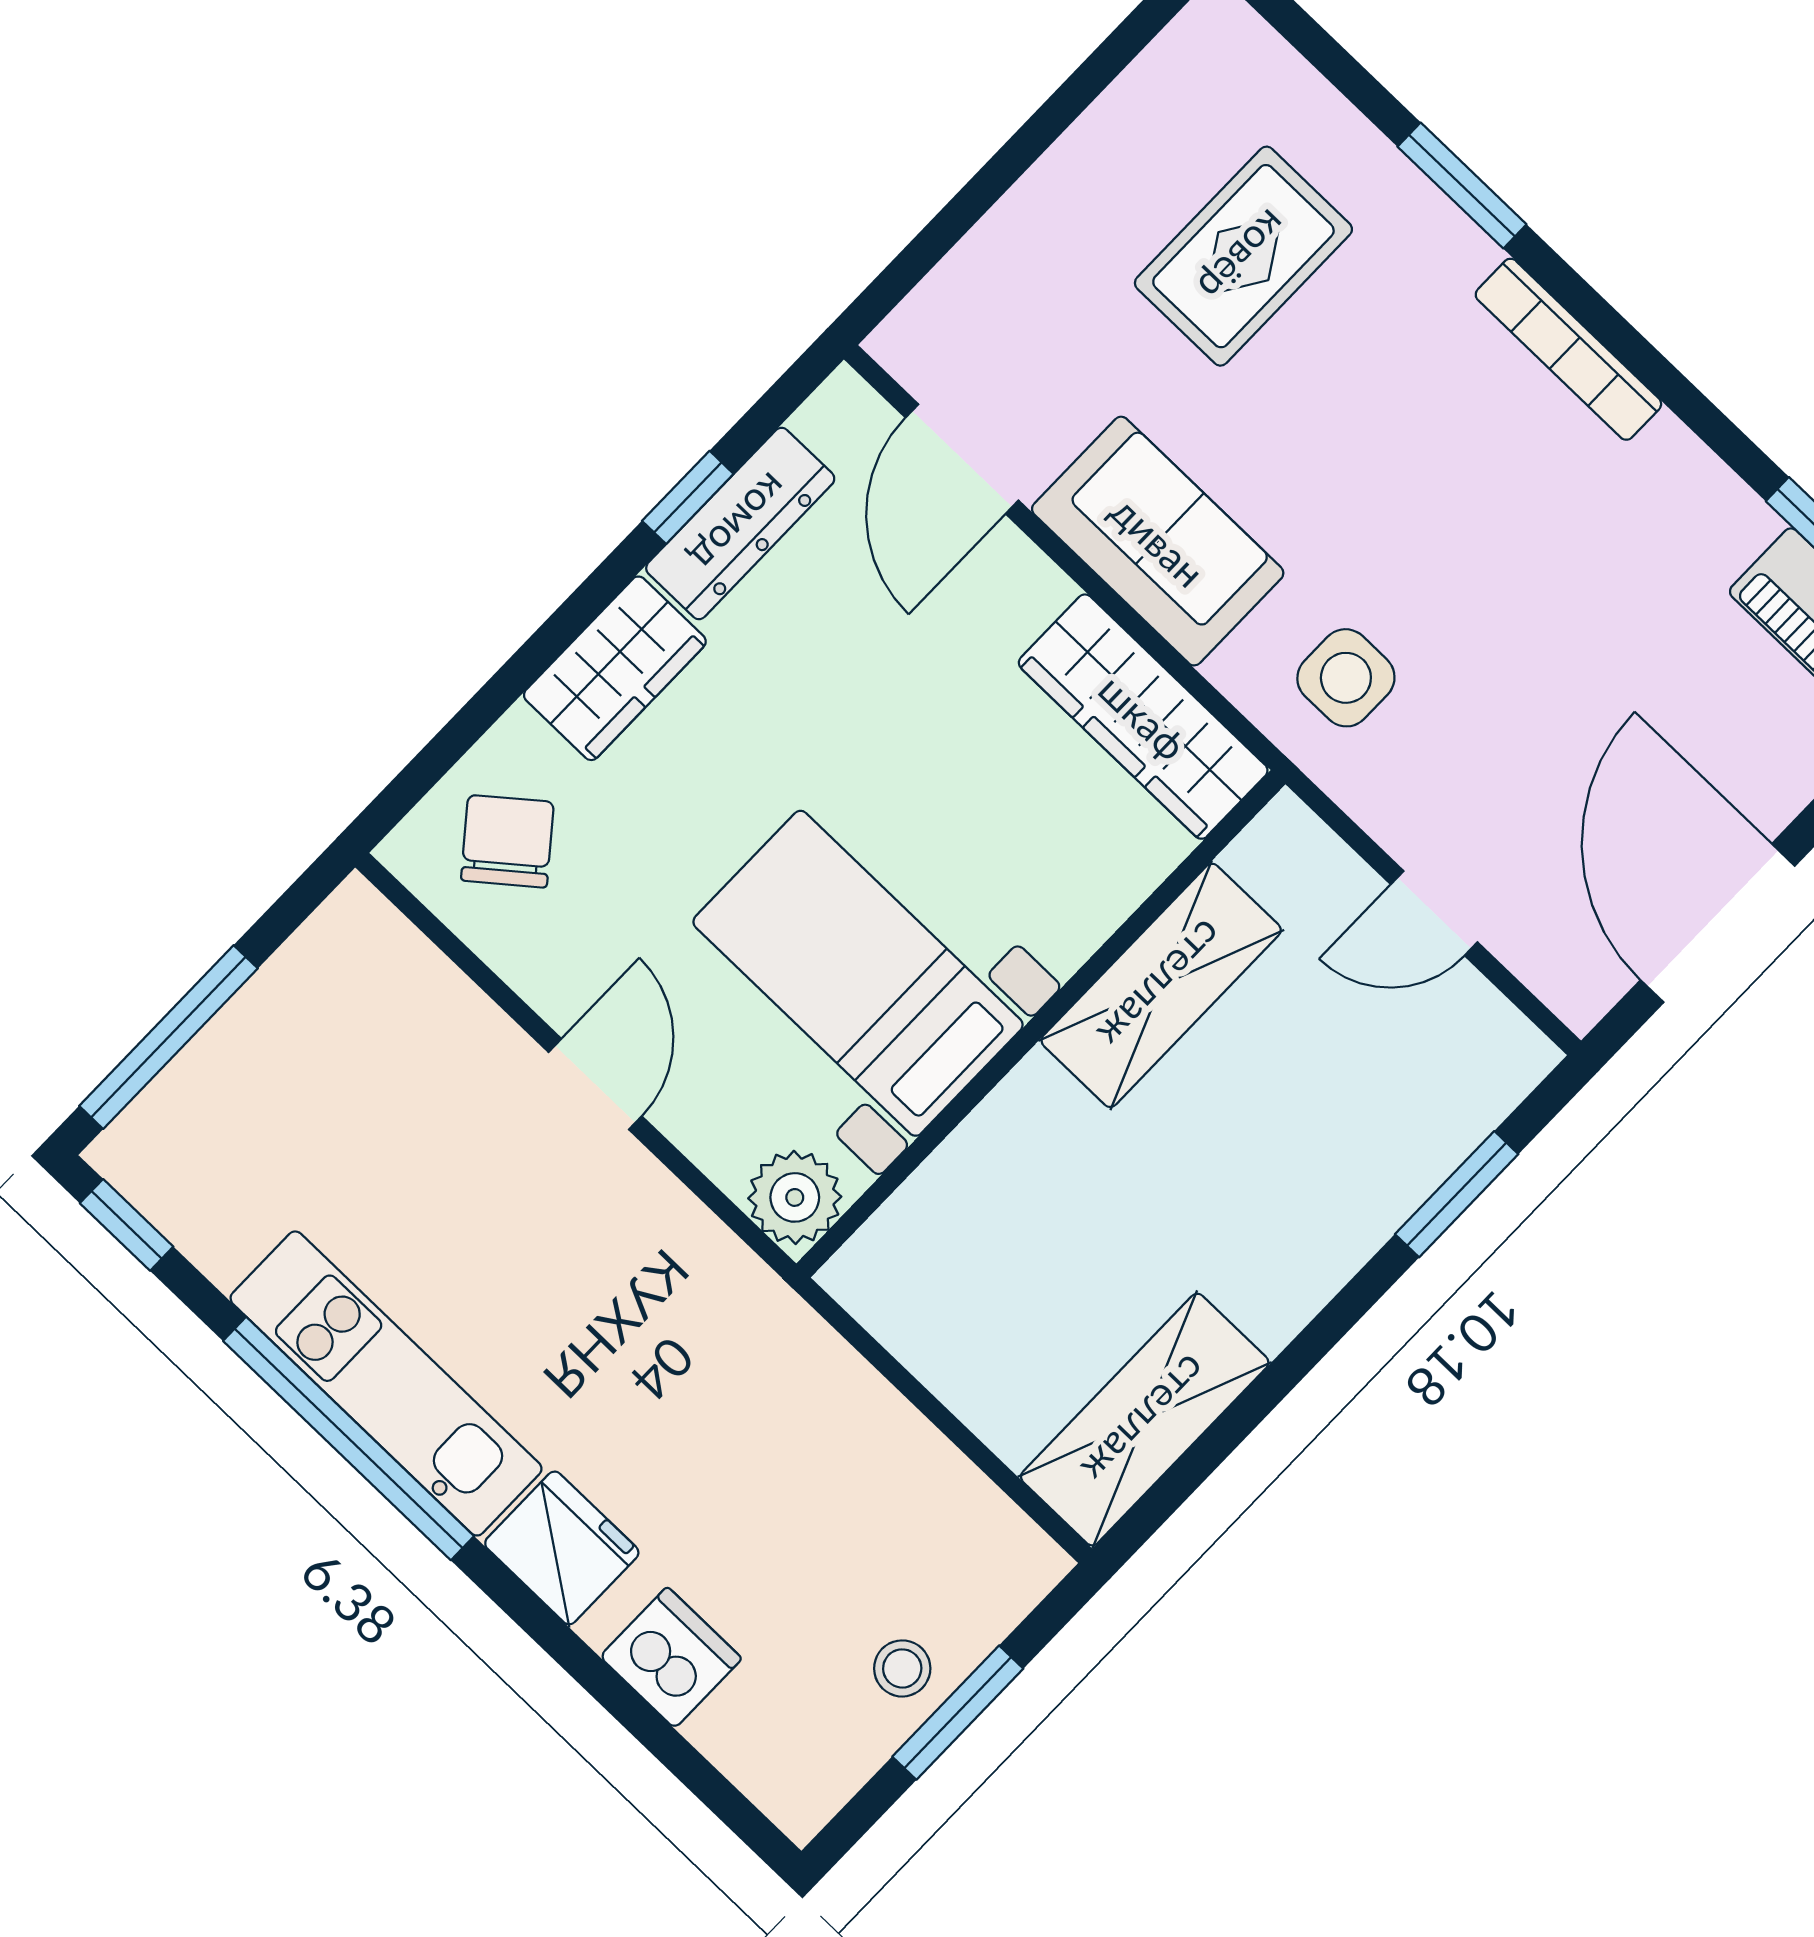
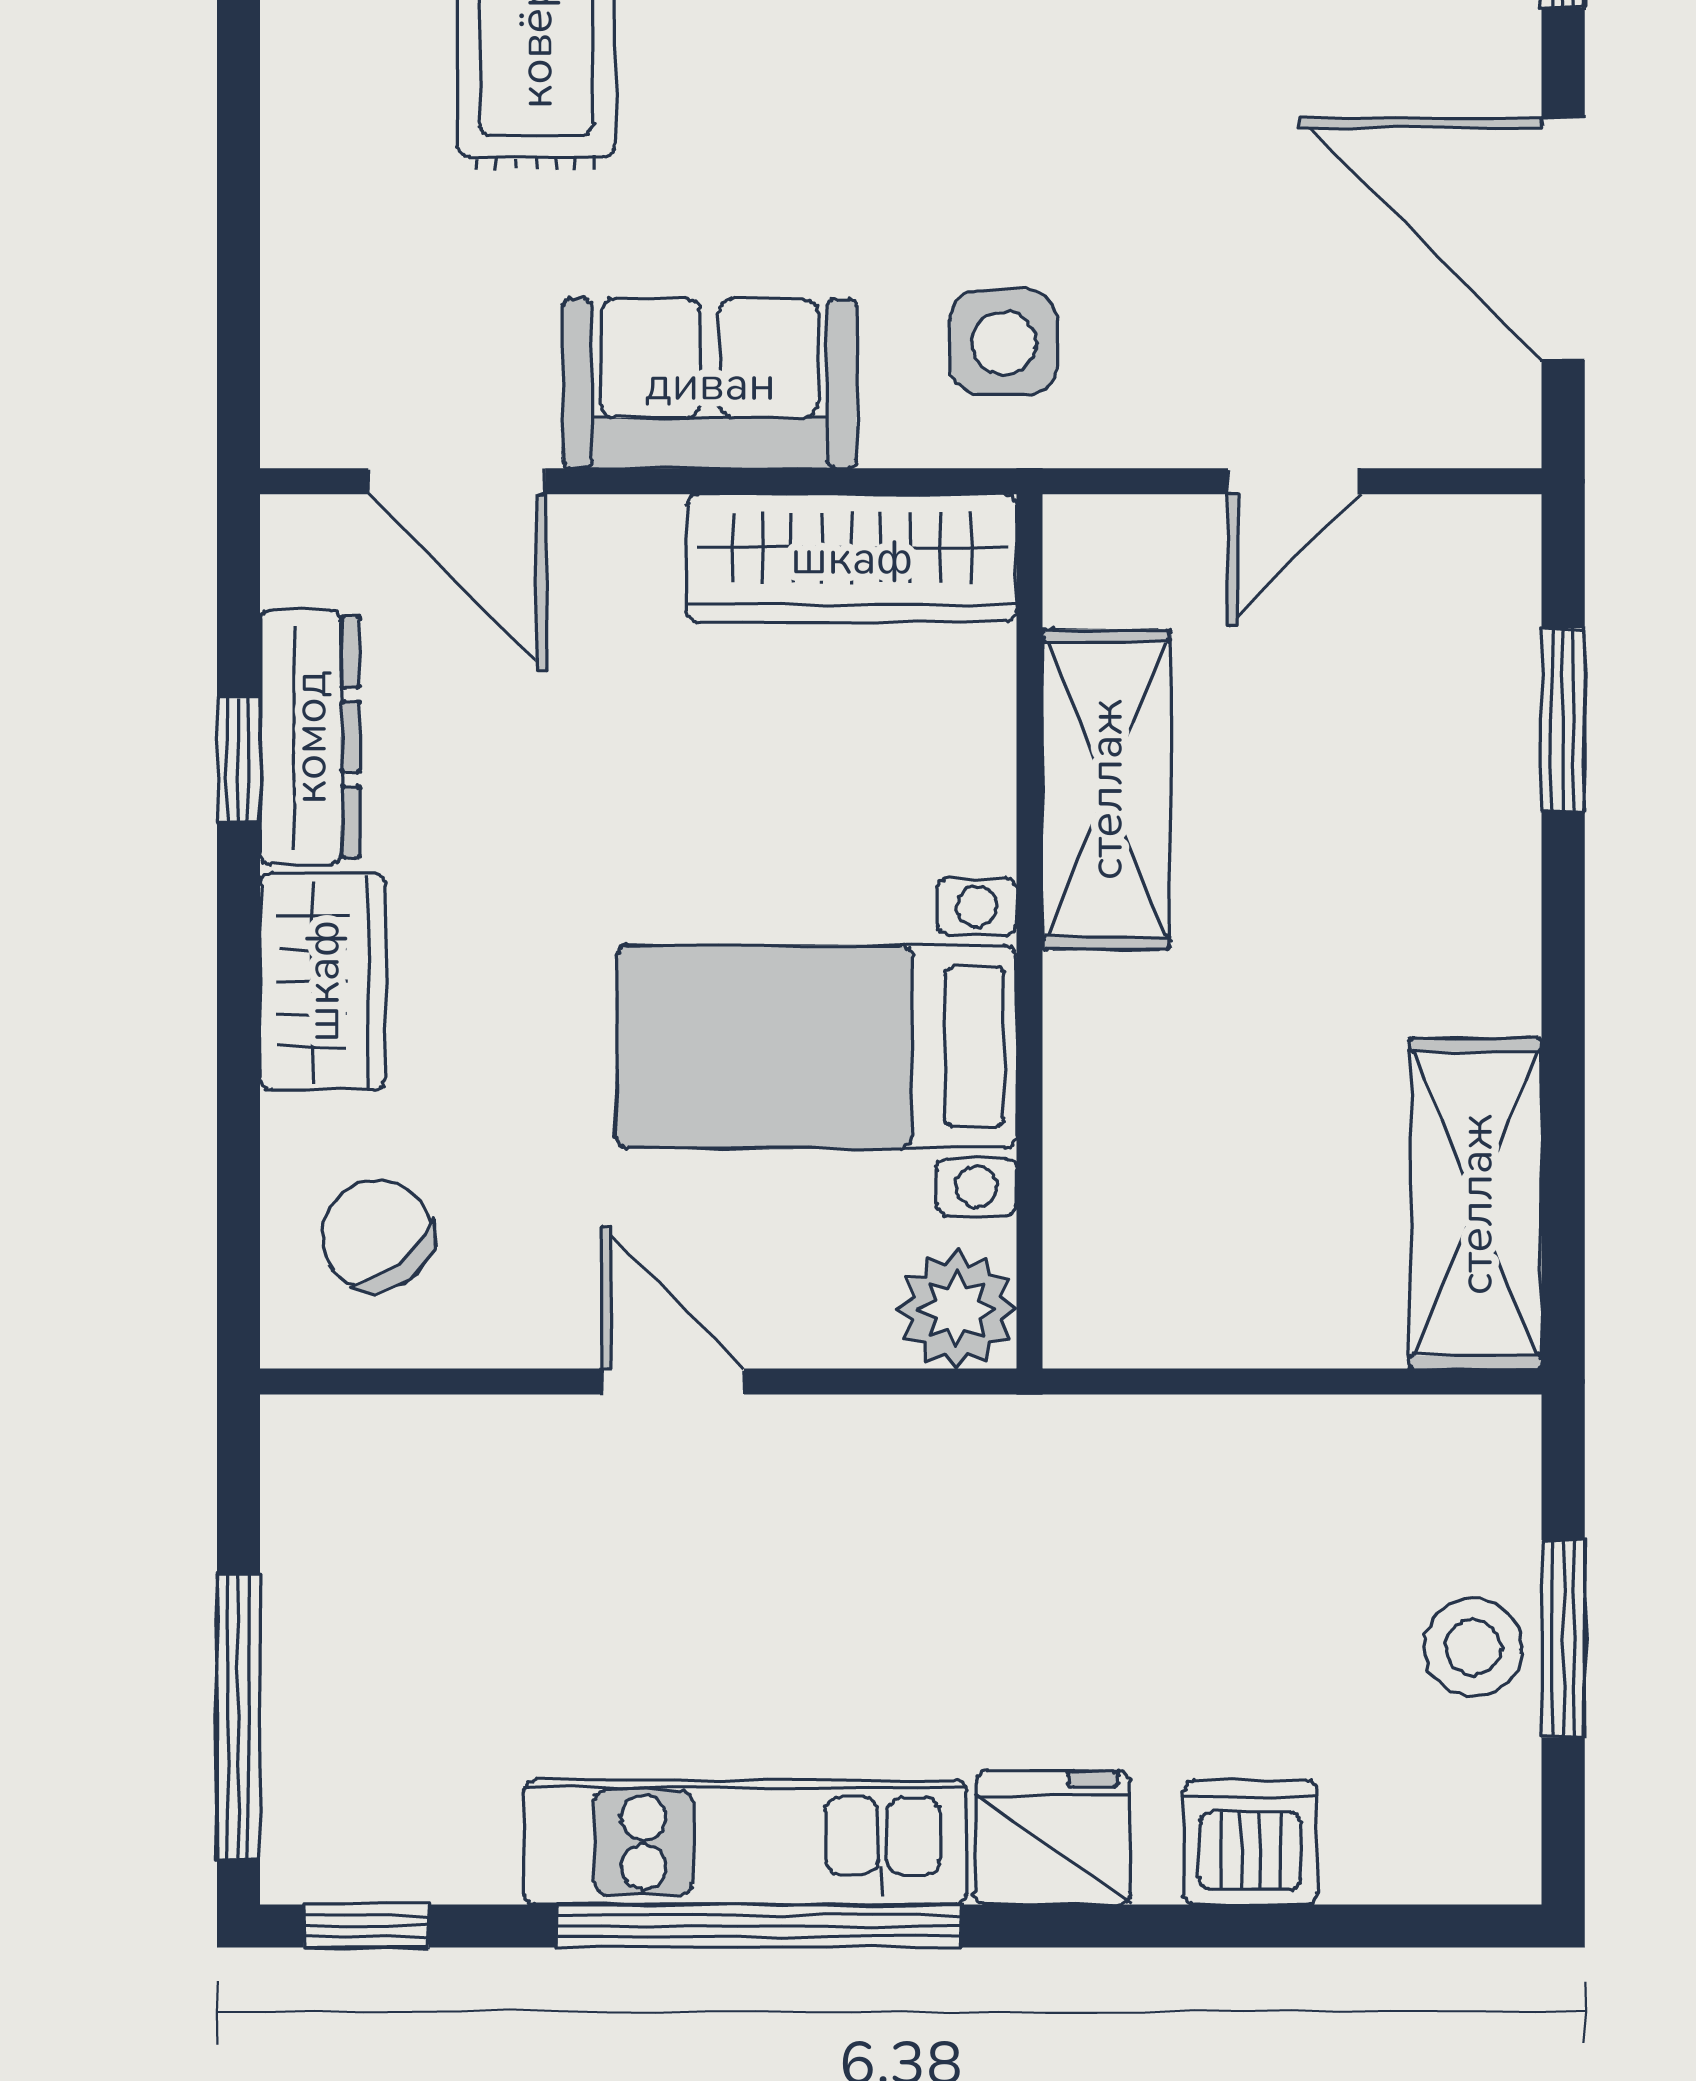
stool: (902, 1668) -> (1473, 1647), width x1.37, depth x1.37

